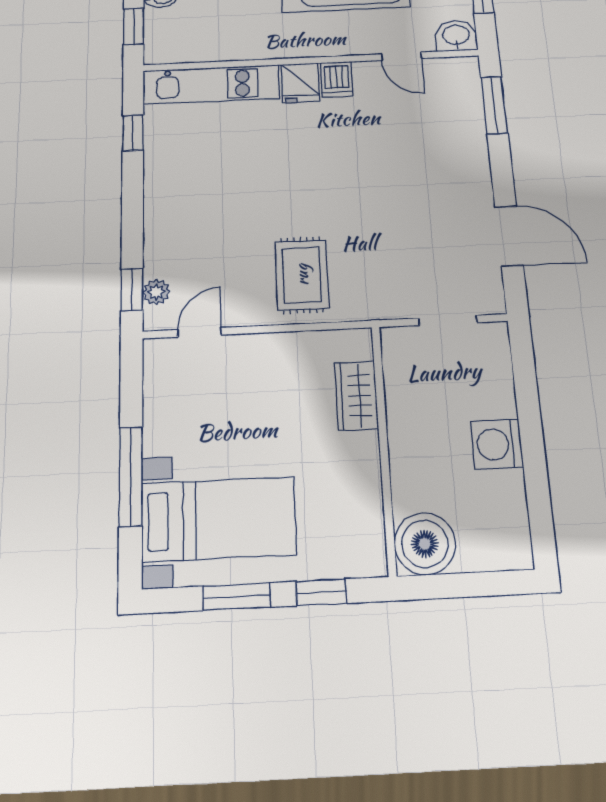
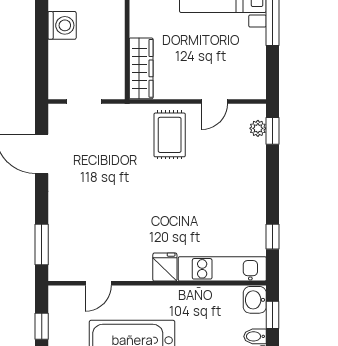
washbasin: (456, 36) -> (255, 300), moved, turned 90
door: (401, 56) -> (98, 283), swing flipped
dishwasher: (337, 79) -> (141, 268), removed
door: (199, 332) -> (214, 102), moved
wardrobe: (356, 396) -> (141, 68), width x1.50

